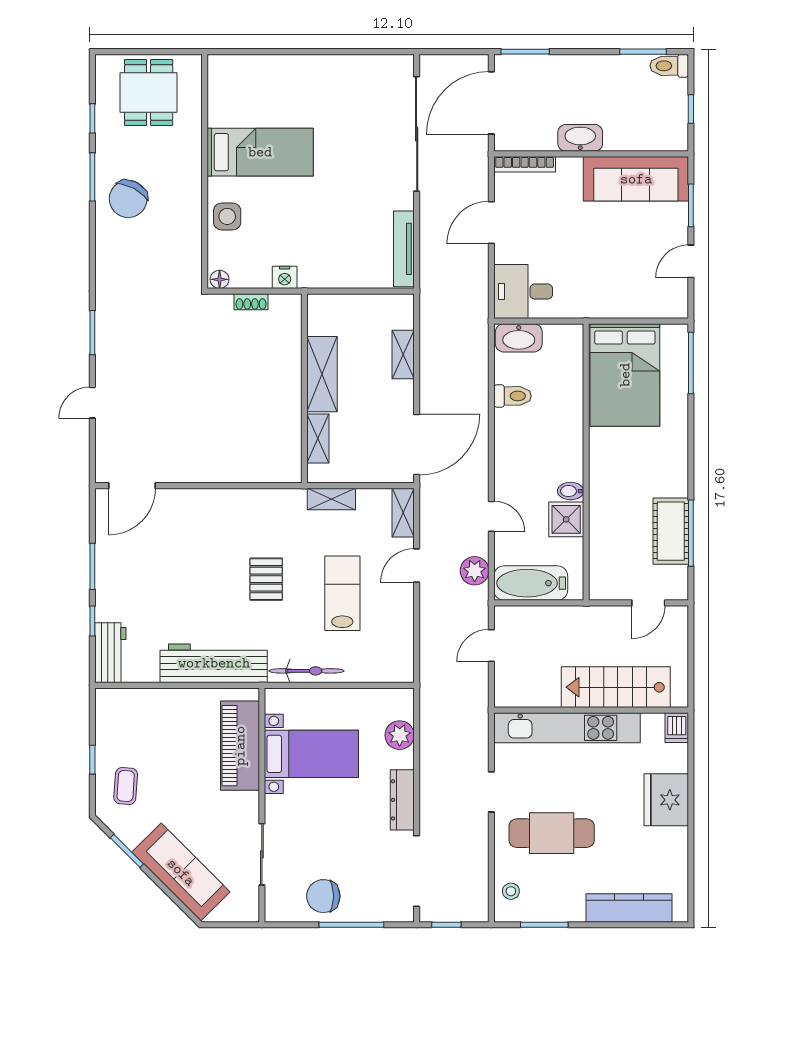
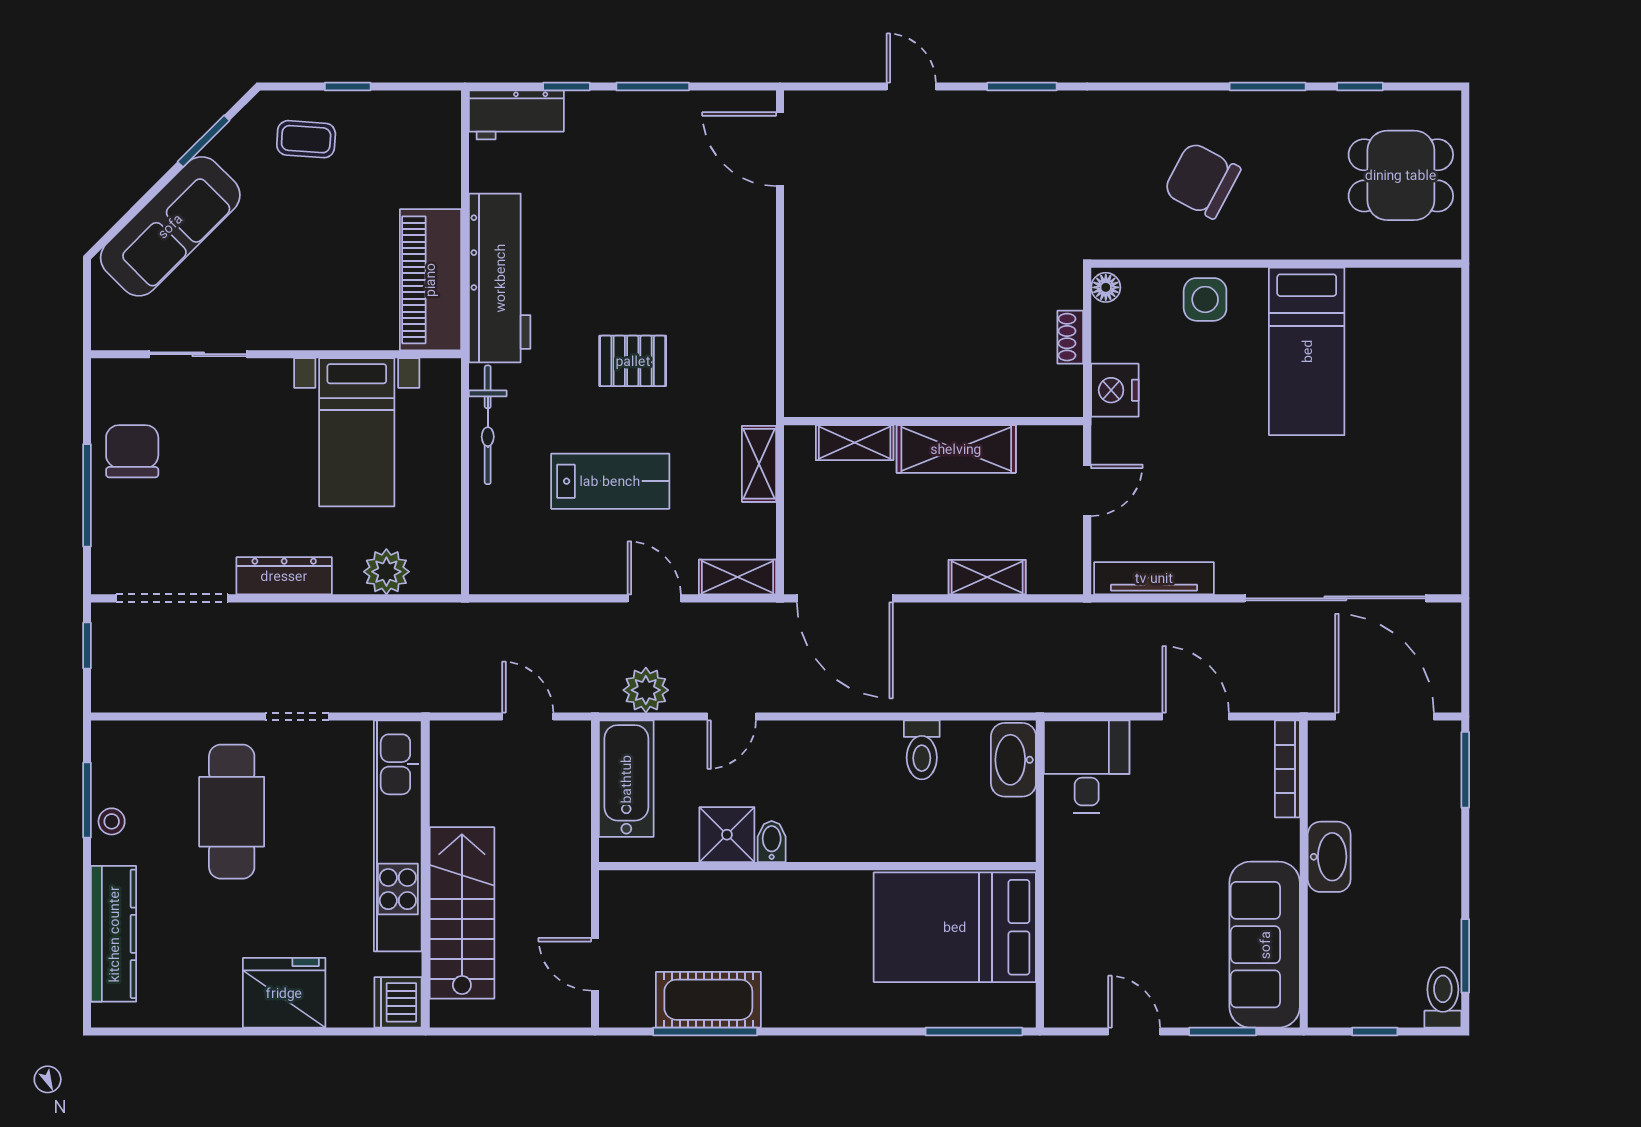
chair: (128, 199) -> (1202, 180), moved
nightstand: (285, 277) -> (1115, 390), width x1.36, depth x1.33
door: (348, 291) -> (1087, 490), added
dishwasher: (677, 728) -> (398, 1002), width x1.38
piano: (240, 746) -> (430, 280), moved, turned -90
stool: (511, 891) -> (112, 821), moved

